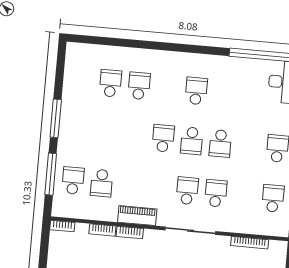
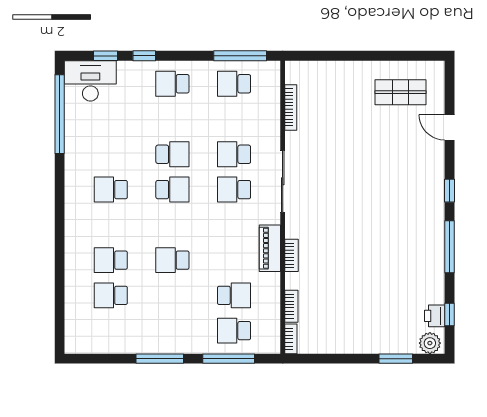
school desk: (163, 138) -> (172, 260), moved
bookcase: (102, 230) -> (291, 306), moved

